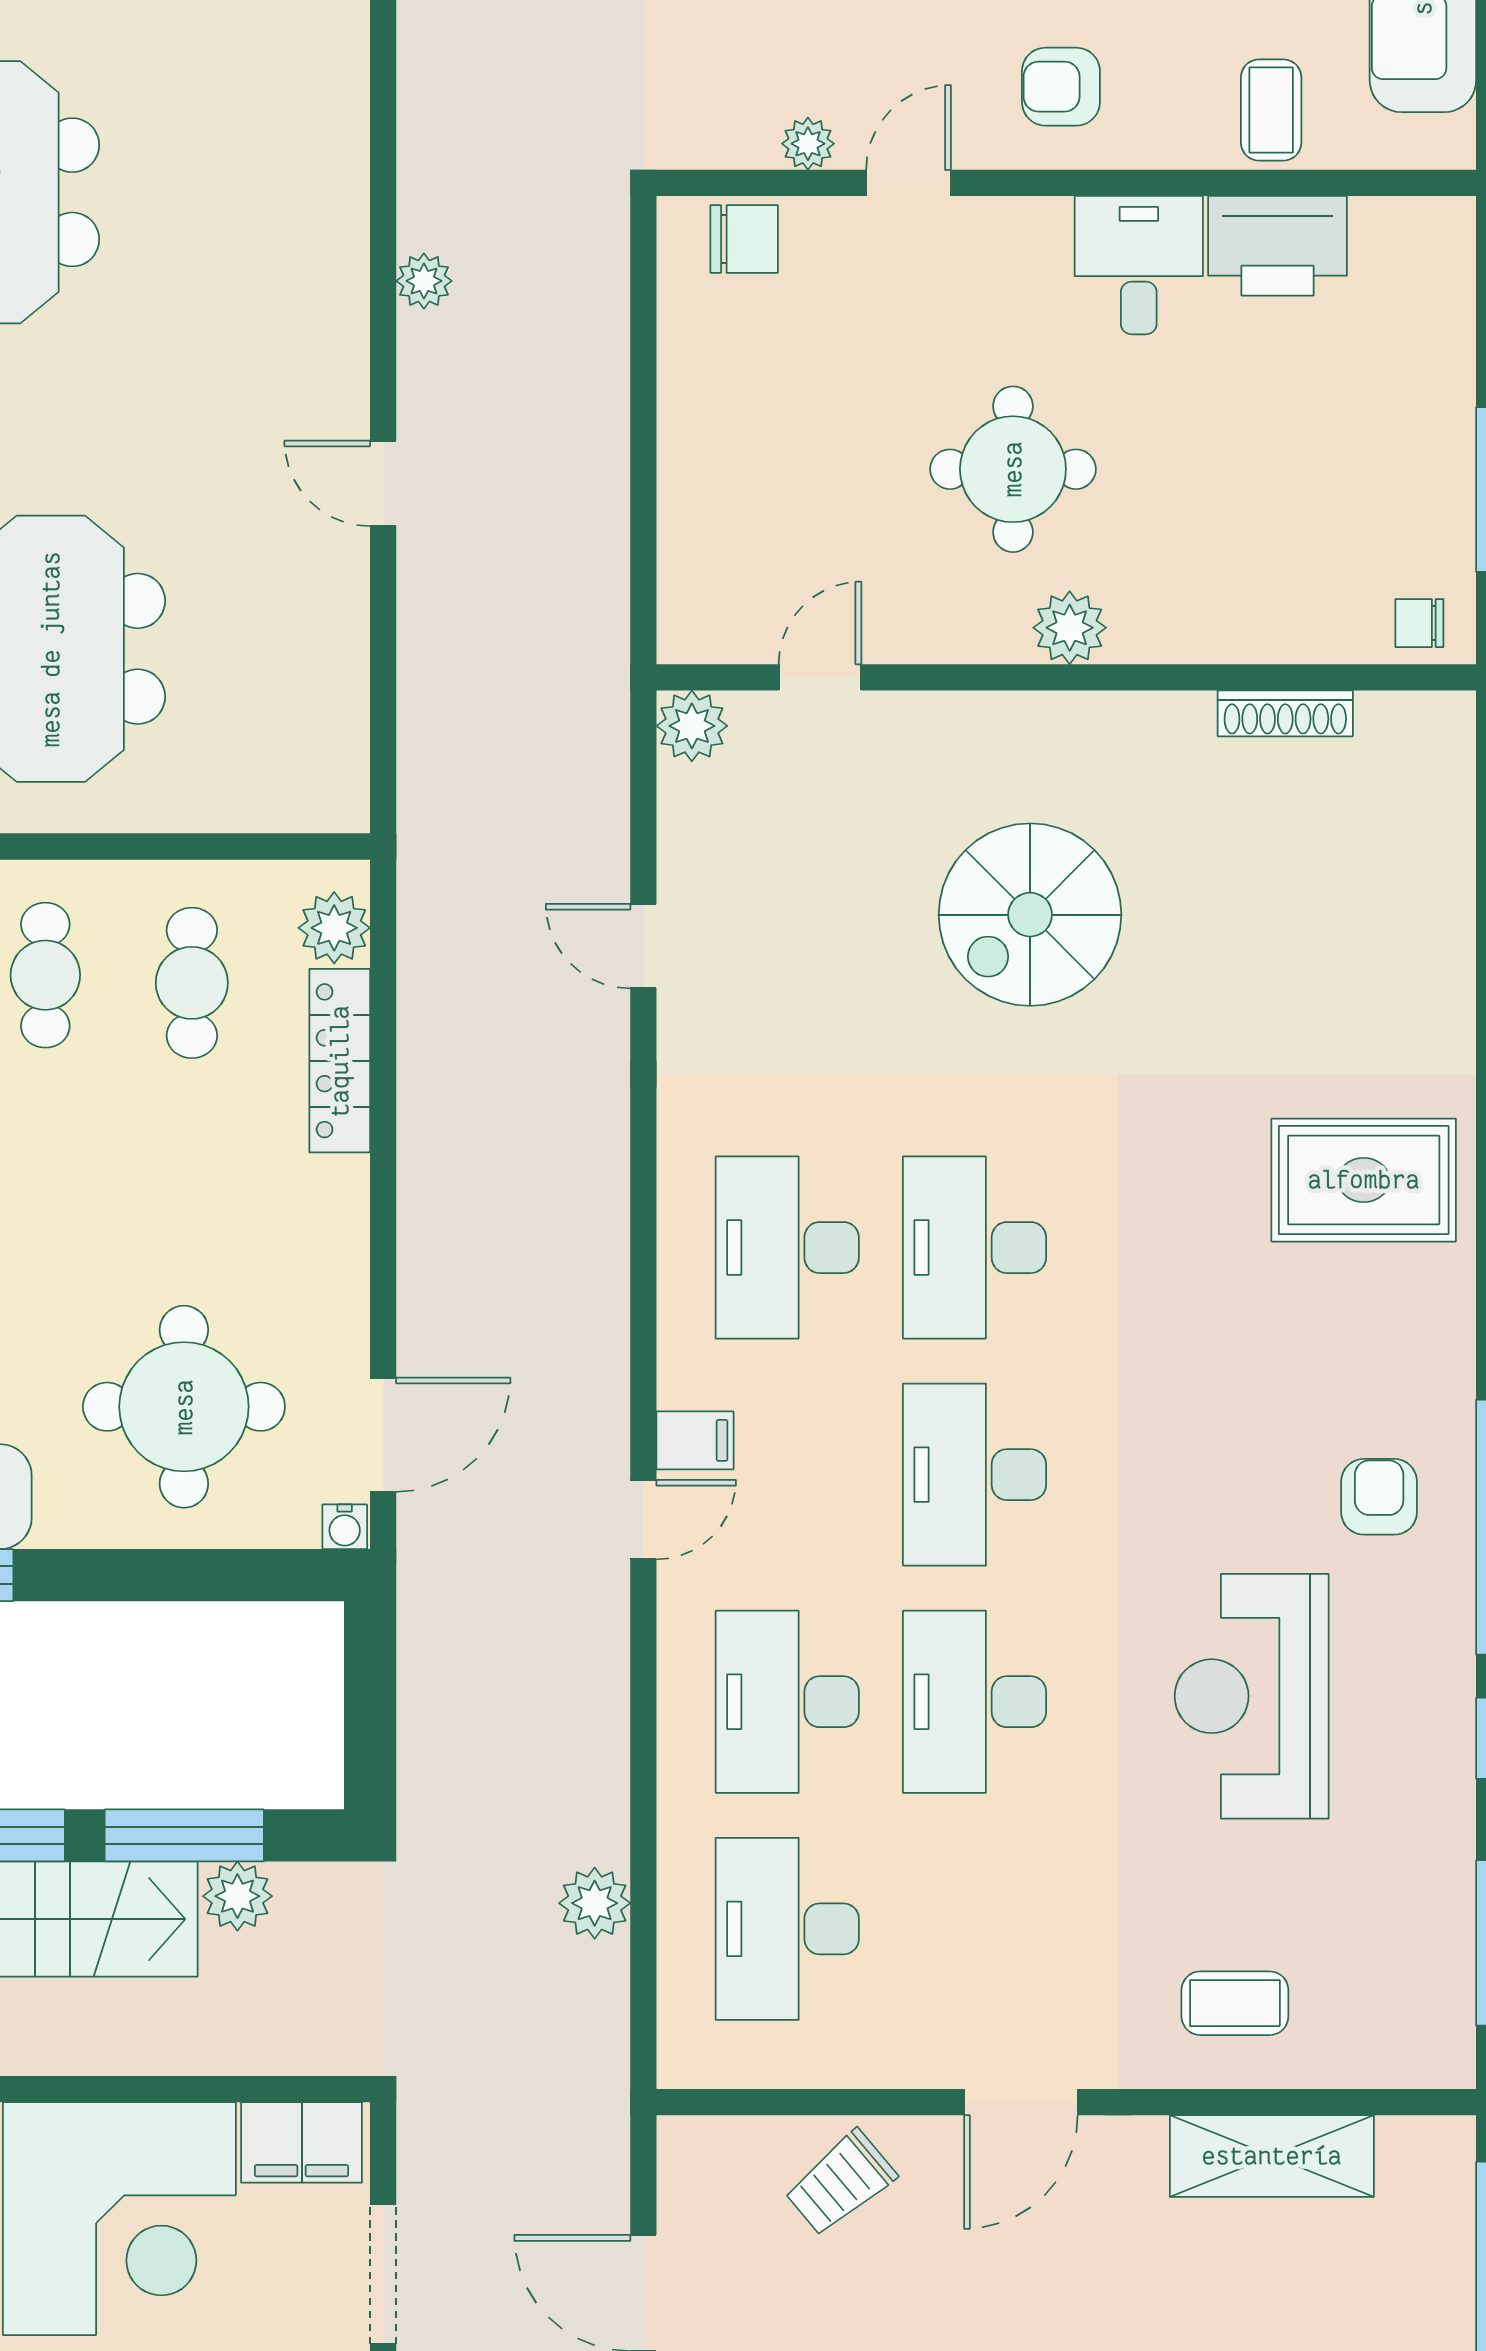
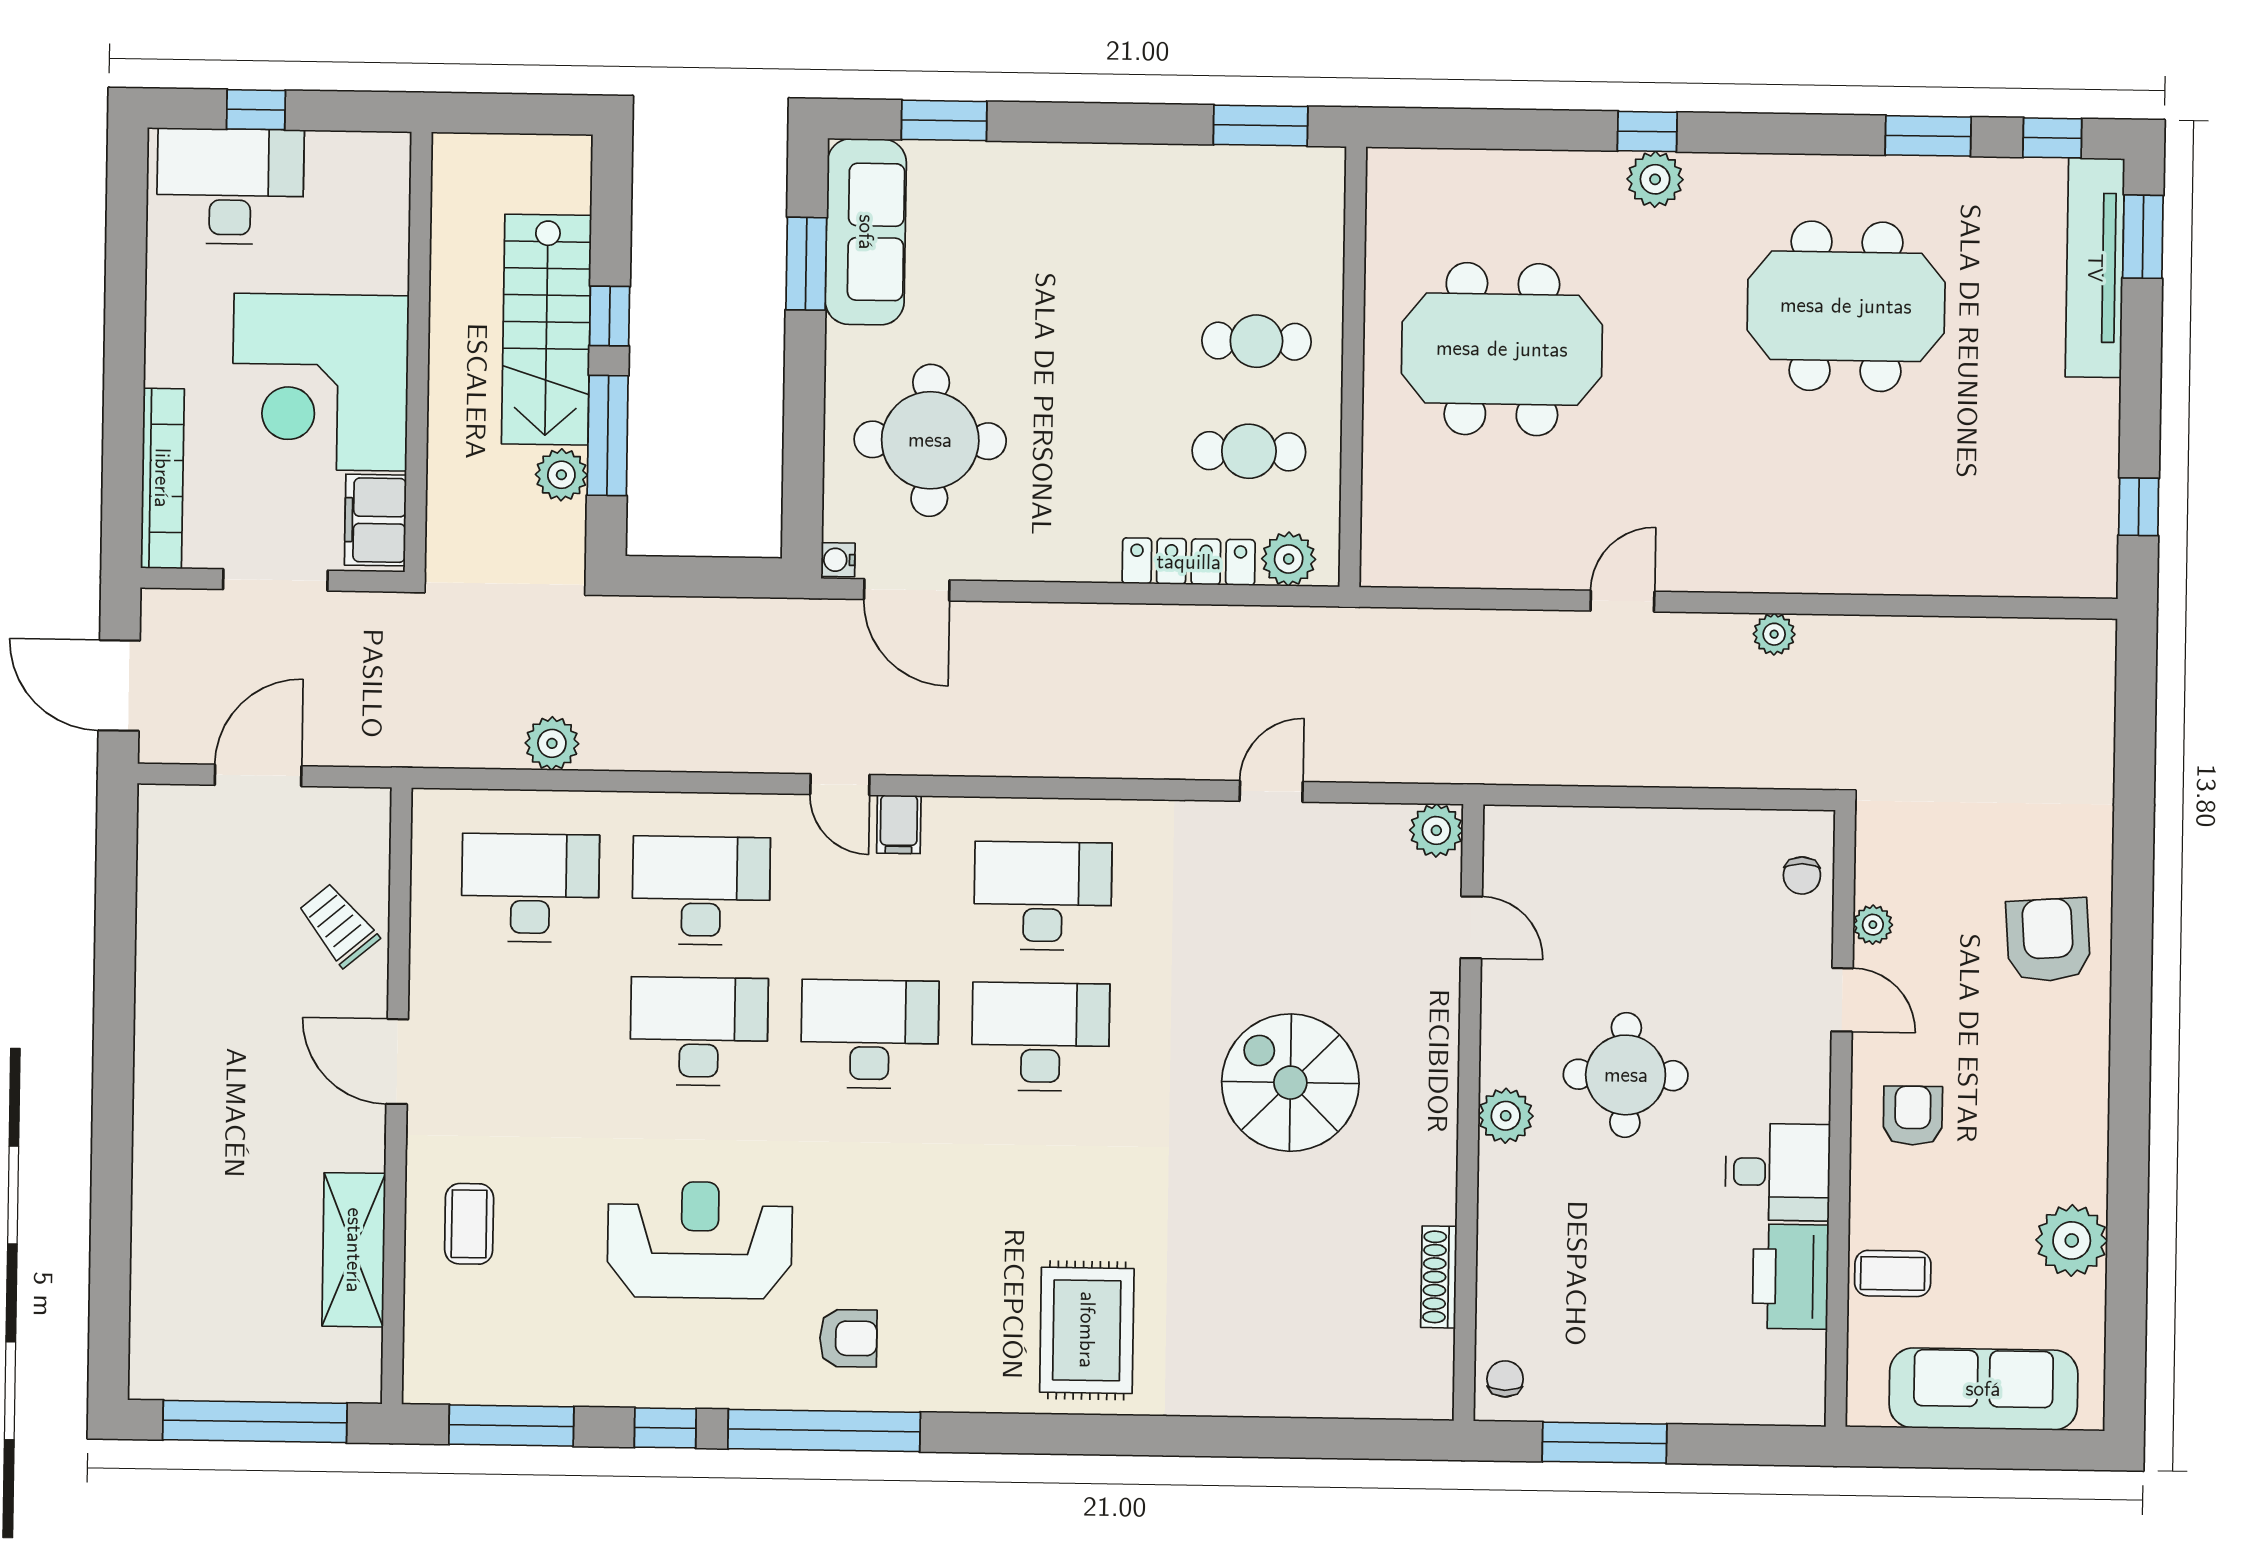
chair: (744, 239) -> (1802, 875), width x0.73, depth x0.73

